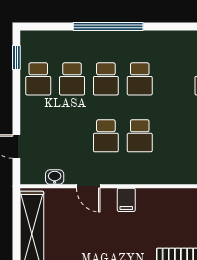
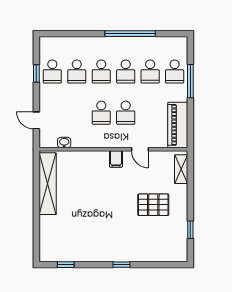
window: (108, 27) -> (130, 34), moved
window: (16, 57) -> (36, 73), moved
school desk: (174, 79) -> (150, 72), added
door: (88, 186) -> (140, 149), moved

